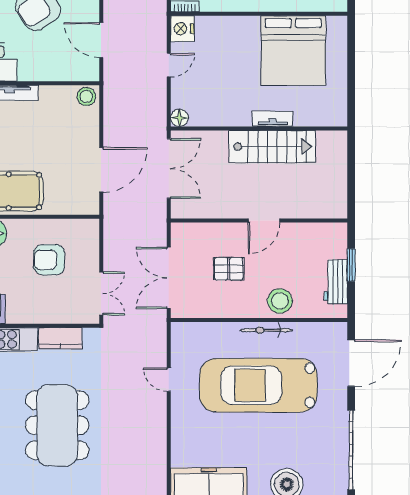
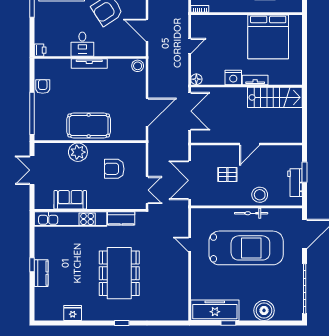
nightstand: (182, 29) -> (233, 77), moved, turned -90
stairs: (272, 147) -> (275, 97), moved
car: (258, 385) -> (246, 248), turned 180

